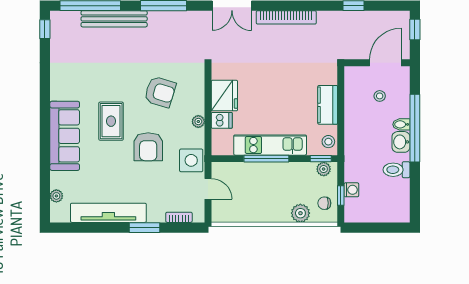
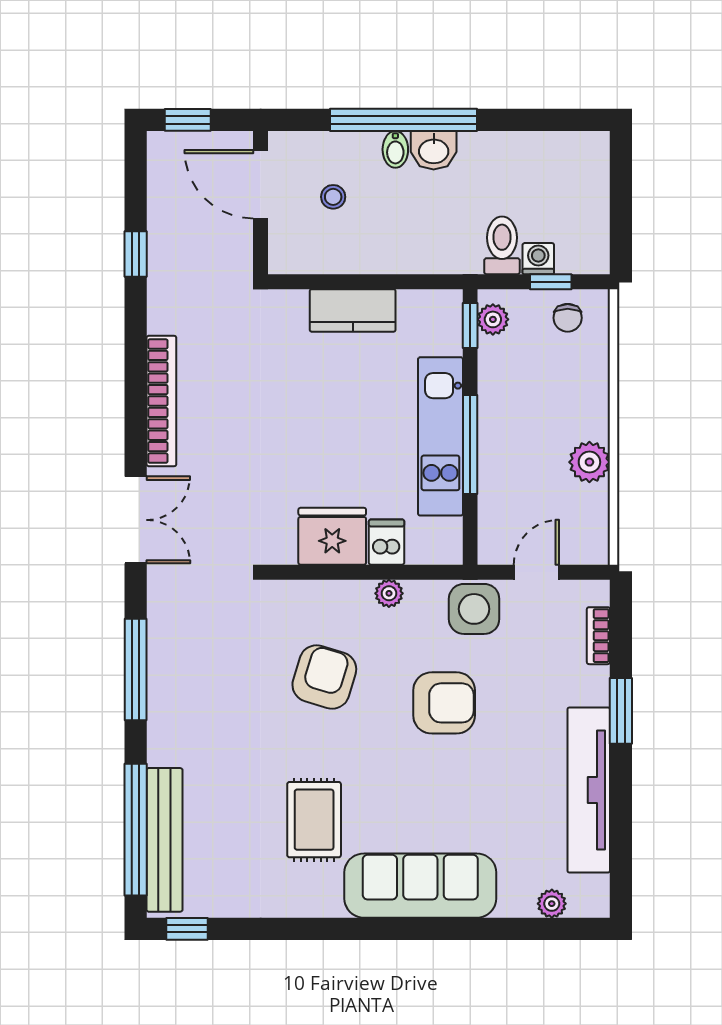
bench: (114, 19) -> (164, 840), moved
rug: (111, 121) -> (314, 820), moved, turned 90
stool: (328, 142) -> (433, 309), removed
toilet: (397, 170) -> (502, 245), moved, turned 180
plant: (300, 213) -> (589, 462), moved

